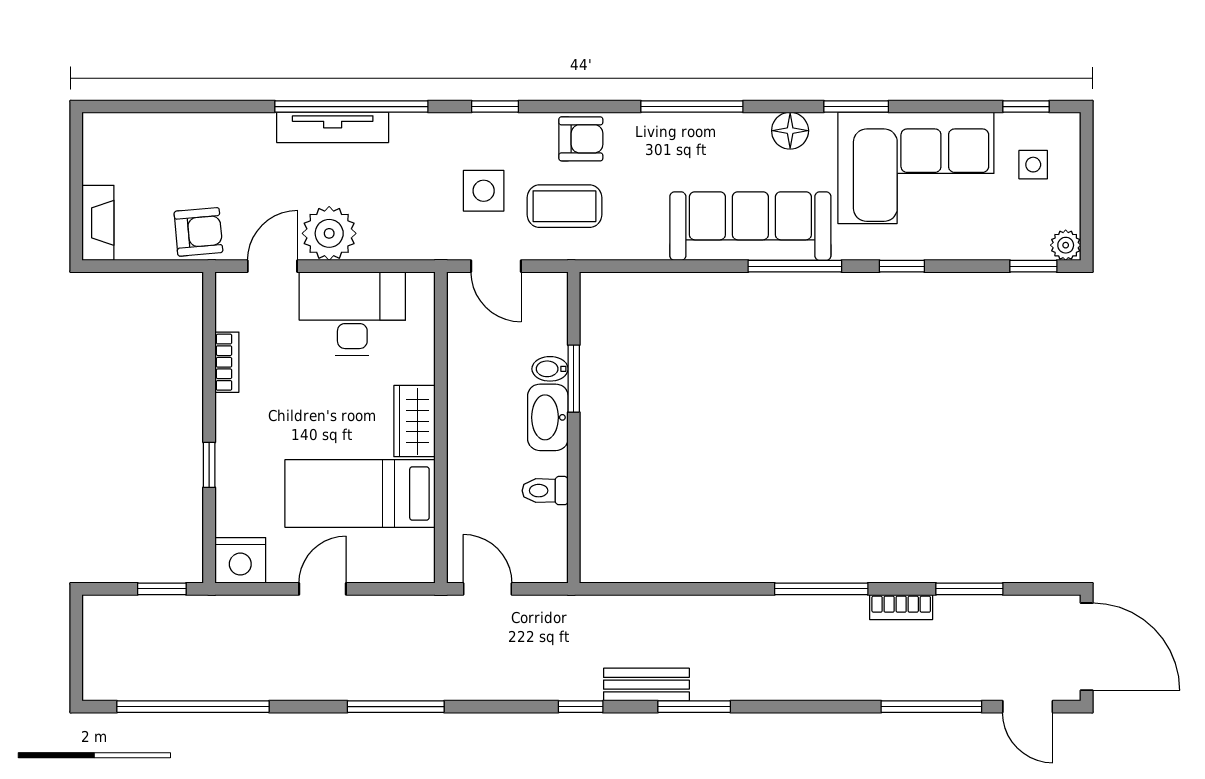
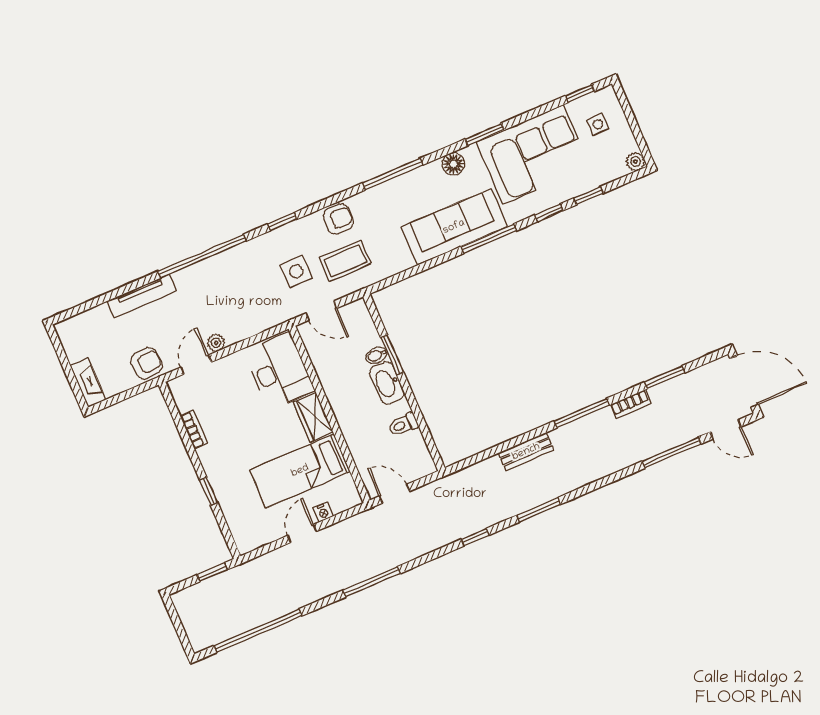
tv unit: (333, 127) -> (142, 296), moved
plant: (329, 233) -> (216, 343), width x0.53, depth x0.53
window: (1033, 266) -> (589, 196), moved
desk: (352, 314) -> (279, 371), moved, turned 90
nightstand: (240, 560) -> (323, 512), moved, width x0.53, depth x0.56
bench: (646, 685) -> (526, 452), moved

